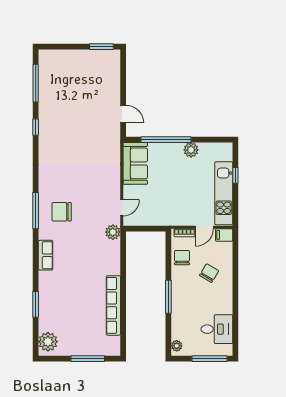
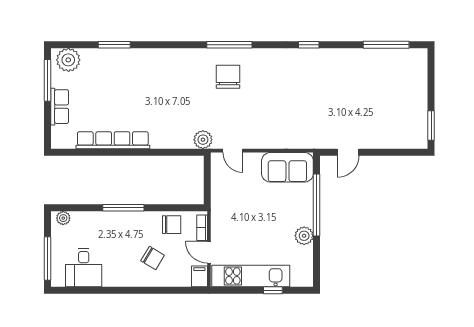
window: (36, 127) -> (309, 45), moved
row of seats: (46, 255) -> (60, 107), moved, turned -90
window: (88, 359) -> (47, 80), moved

